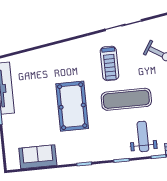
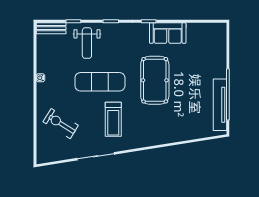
treadmill: (109, 63) -> (113, 119), turned 180
sofa: (38, 157) -> (168, 33), moved

